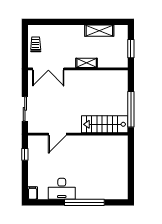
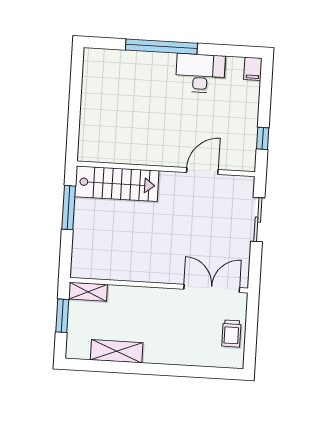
shelving: (87, 63) -> (88, 292), moved
window: (131, 109) -> (69, 208), width x0.68

